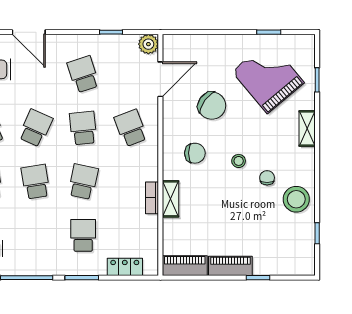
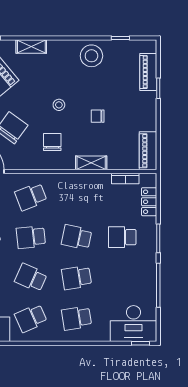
chair: (267, 178) -> (98, 116), moved
bookcase: (152, 198) -> (125, 178), moved
piano: (230, 266) -> (148, 72), moved

